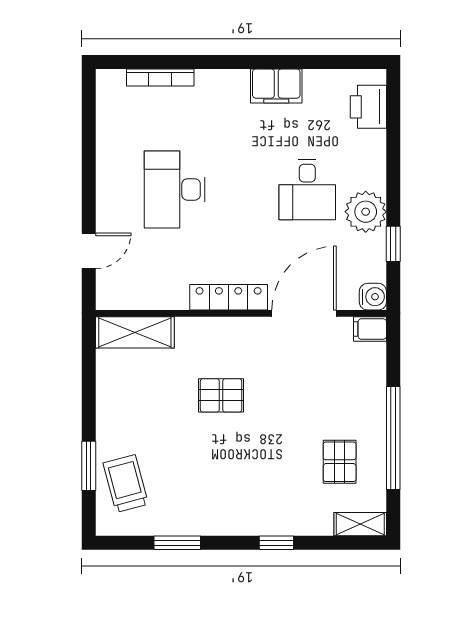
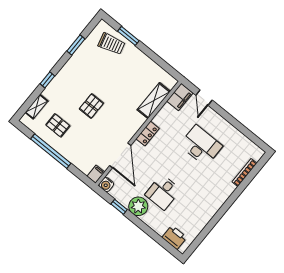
filing cabinet: (276, 86) -> (180, 97), moved, turned 180
desk: (307, 189) -> (163, 192), turned -90
locker: (229, 297) -> (148, 134), width x0.66
shelving: (135, 332) -> (154, 101), moved
pallet: (221, 395) -> (91, 106), moved
shelving: (360, 524) -> (37, 107), moved

